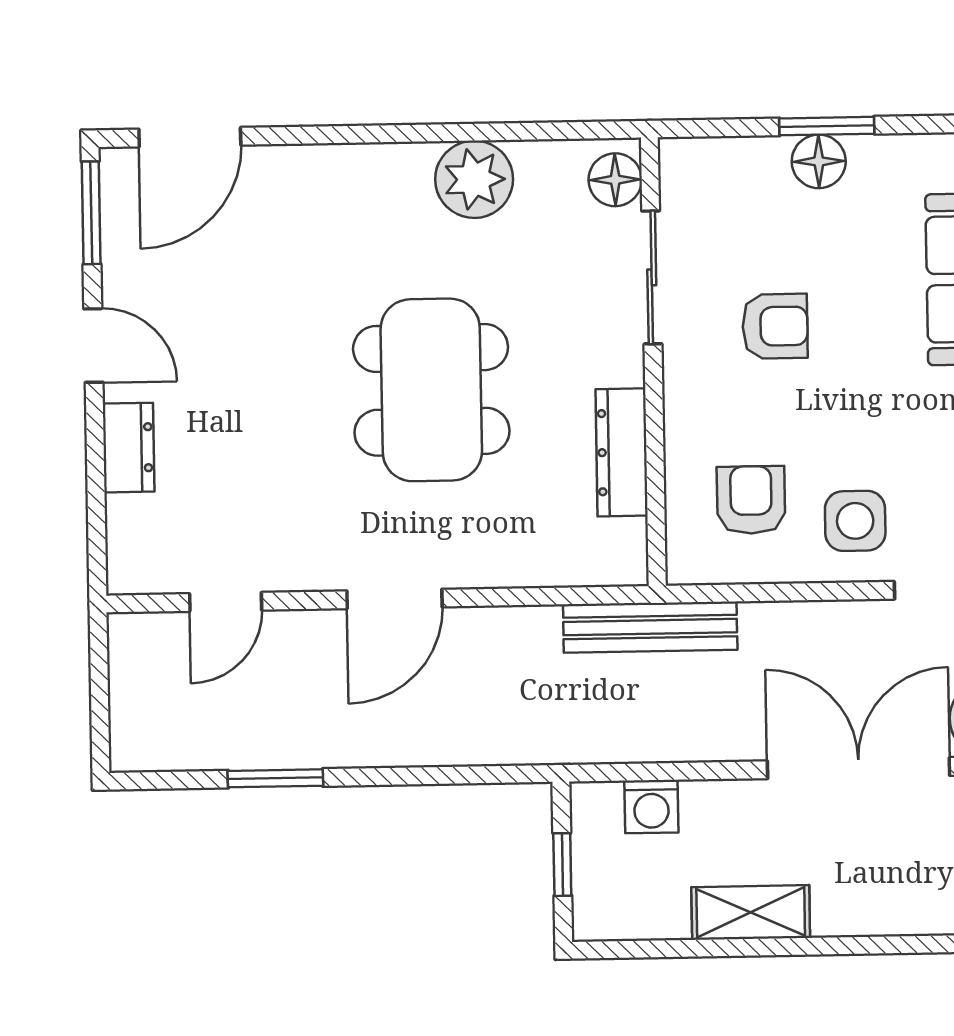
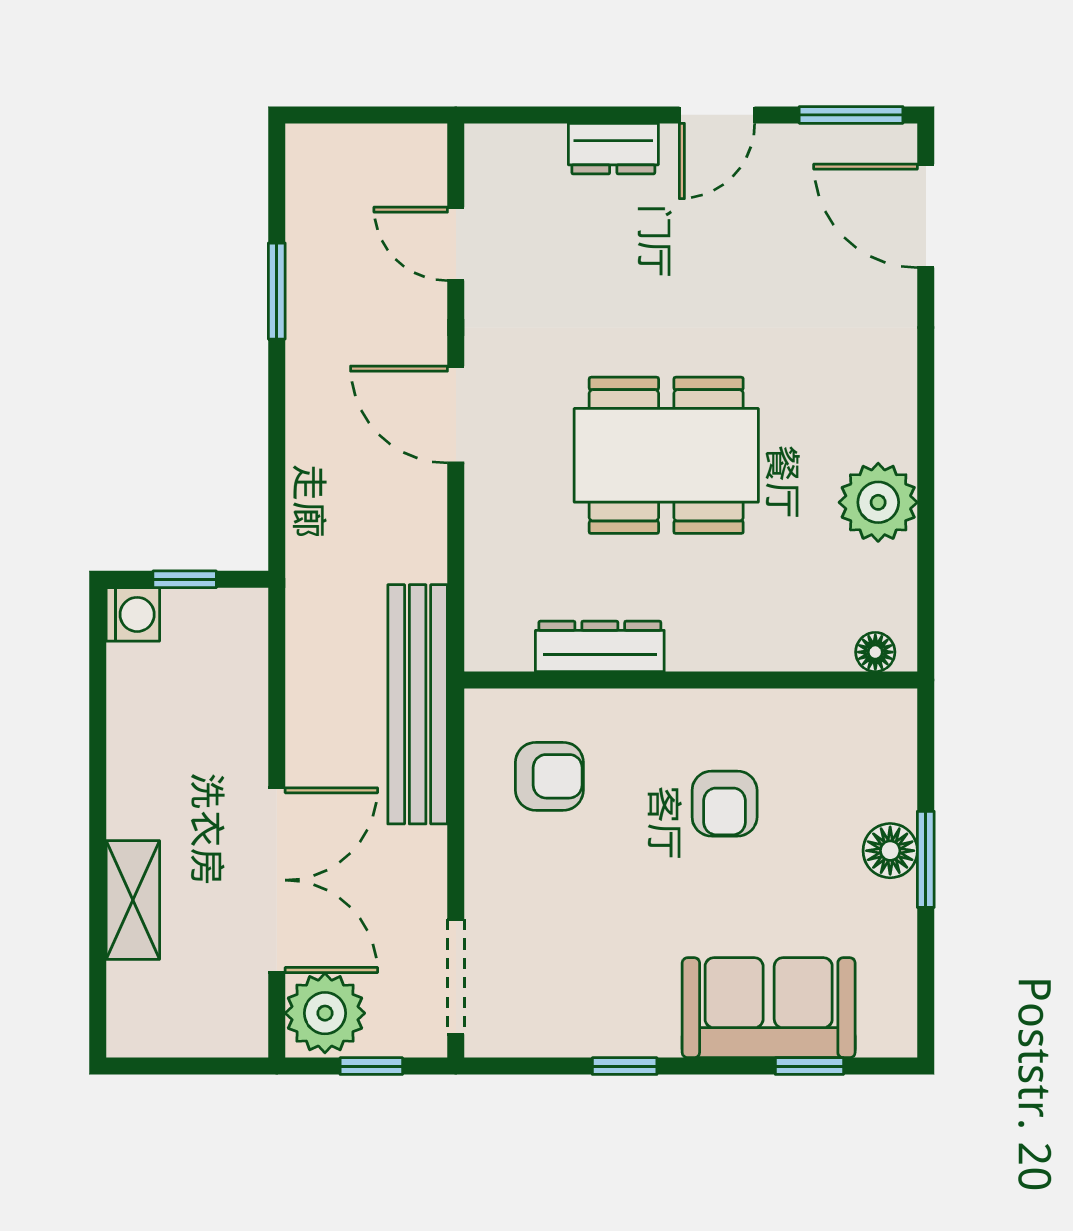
floor lamp: (615, 180) -> (875, 652), width x0.73, depth x0.73
sliding door: (652, 277) -> (776, 680), removed
side table: (855, 521) -> (526, 881), removed
bench: (650, 627) -> (418, 704), width x1.37, depth x1.21
washing machine: (651, 807) -> (133, 614), moved, turned 180
shelving: (751, 912) -> (133, 900), moved

